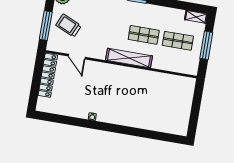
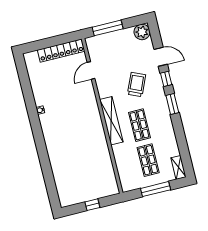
trolley: (68, 26) -> (136, 84), moved
window: (196, 107) -> (92, 205), added

